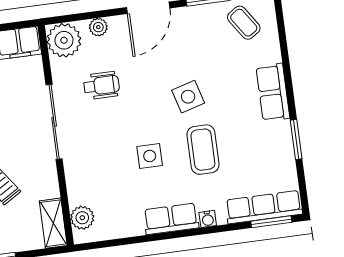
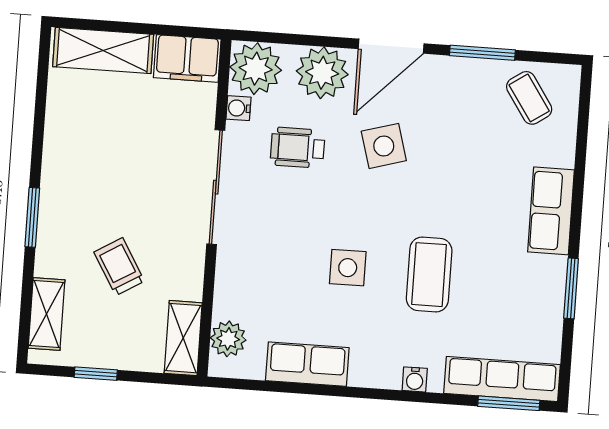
plant: (98, 27) -> (322, 73), width x1.88, depth x1.88
water cooler: (58, 68) -> (238, 108), added
wheelchair: (101, 85) -> (298, 148), turned 180
side table: (188, 97) -> (384, 146), moved
row of seats: (171, 219) -> (307, 364), moved

